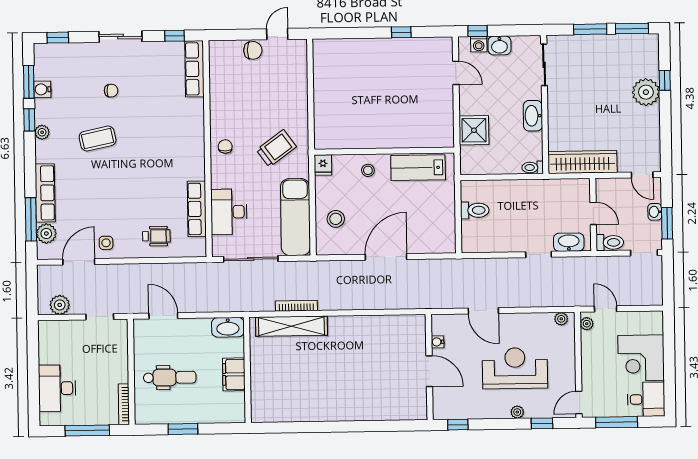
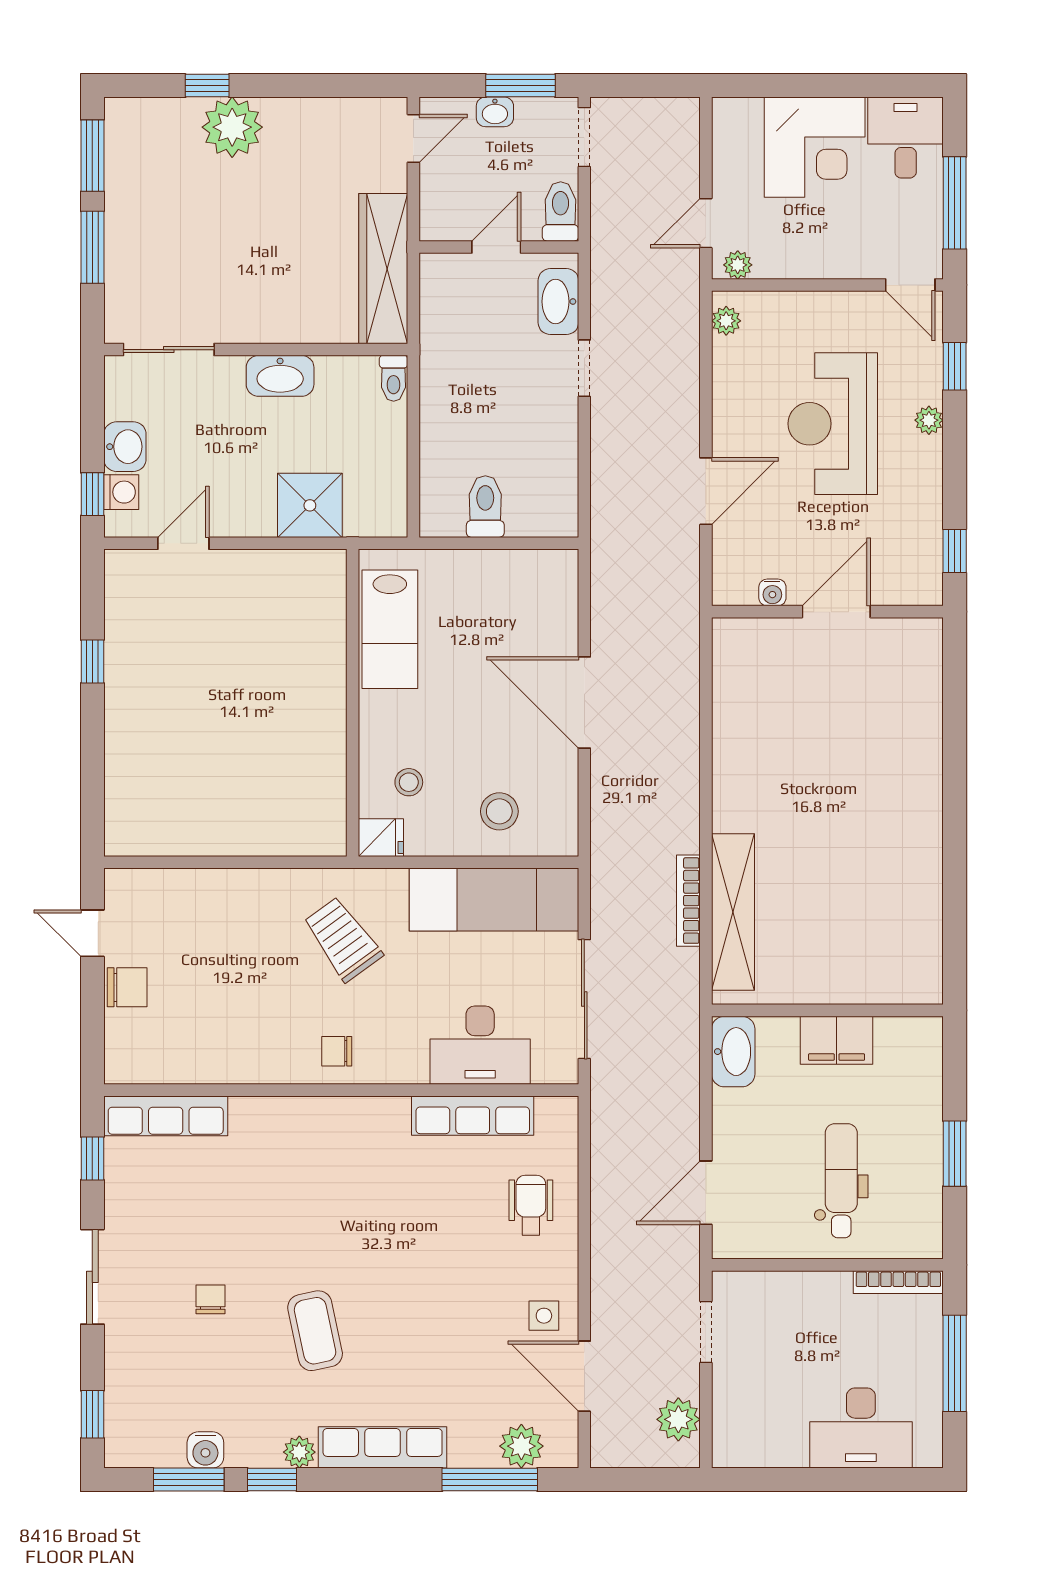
chair: (253, 50) -> (127, 987), turned 90
stool: (368, 170) -> (409, 782), moved
row of seats: (45, 193) -> (383, 1447), moved

